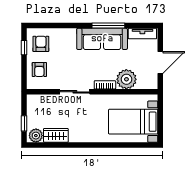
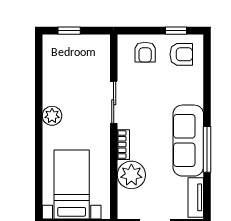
armchair: (39, 70) -> (145, 52), turned -90
wardrobe: (56, 135) -> (52, 75), removed
plant: (36, 136) -> (52, 116), moved

